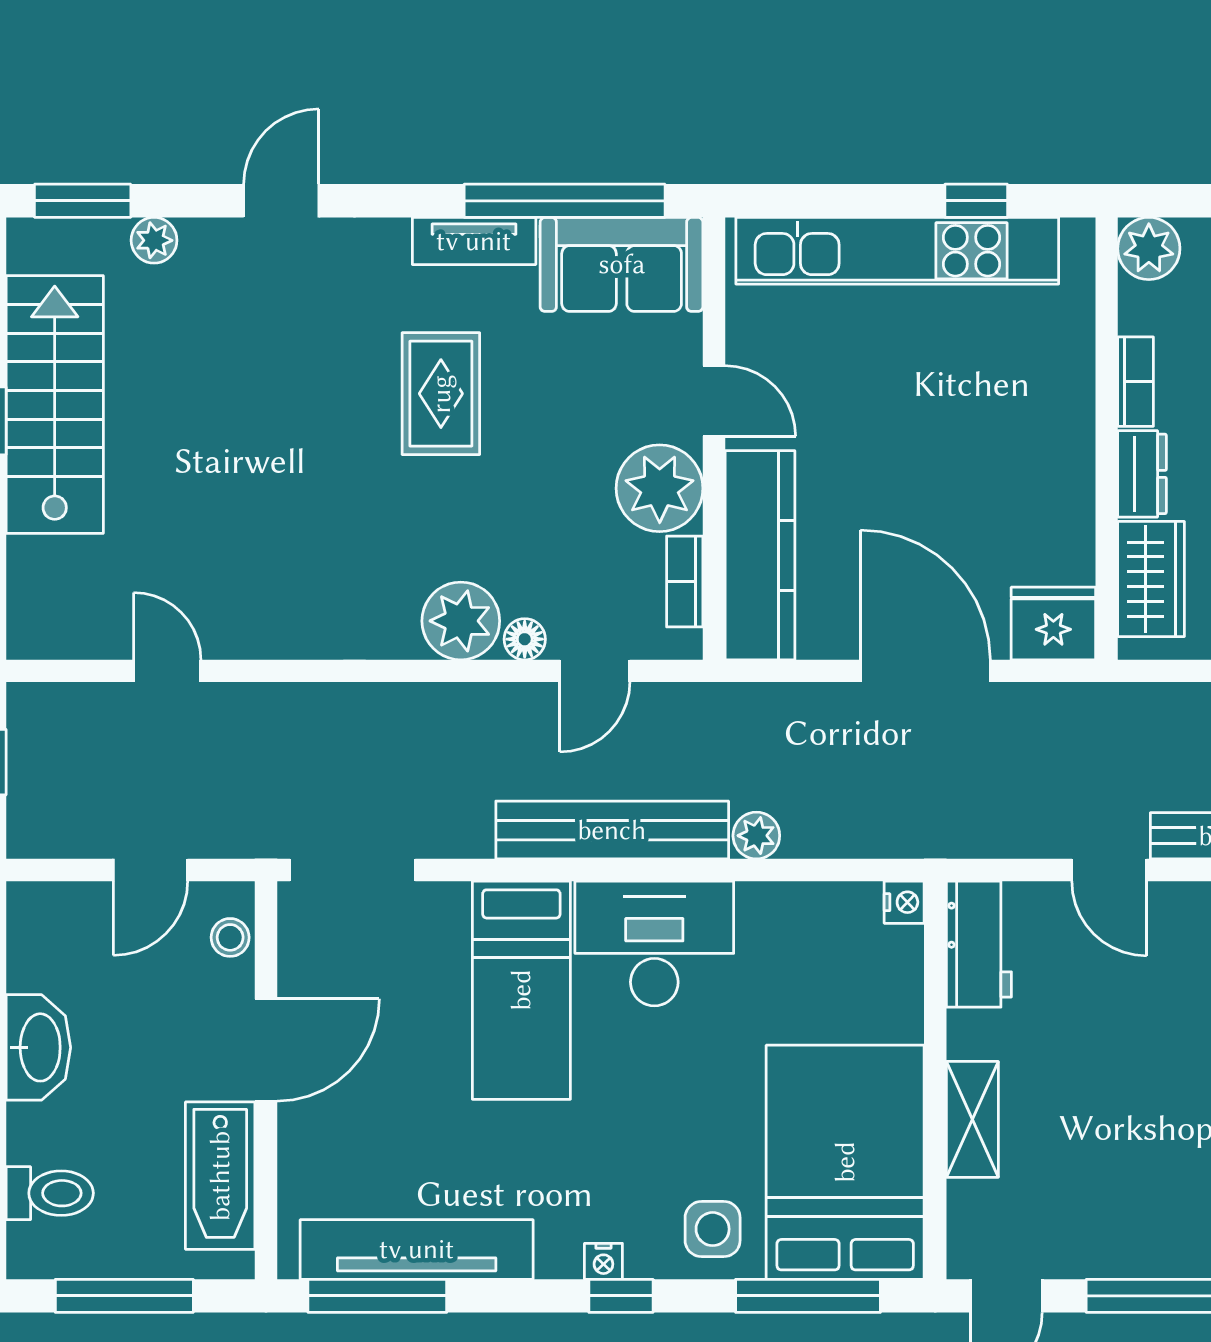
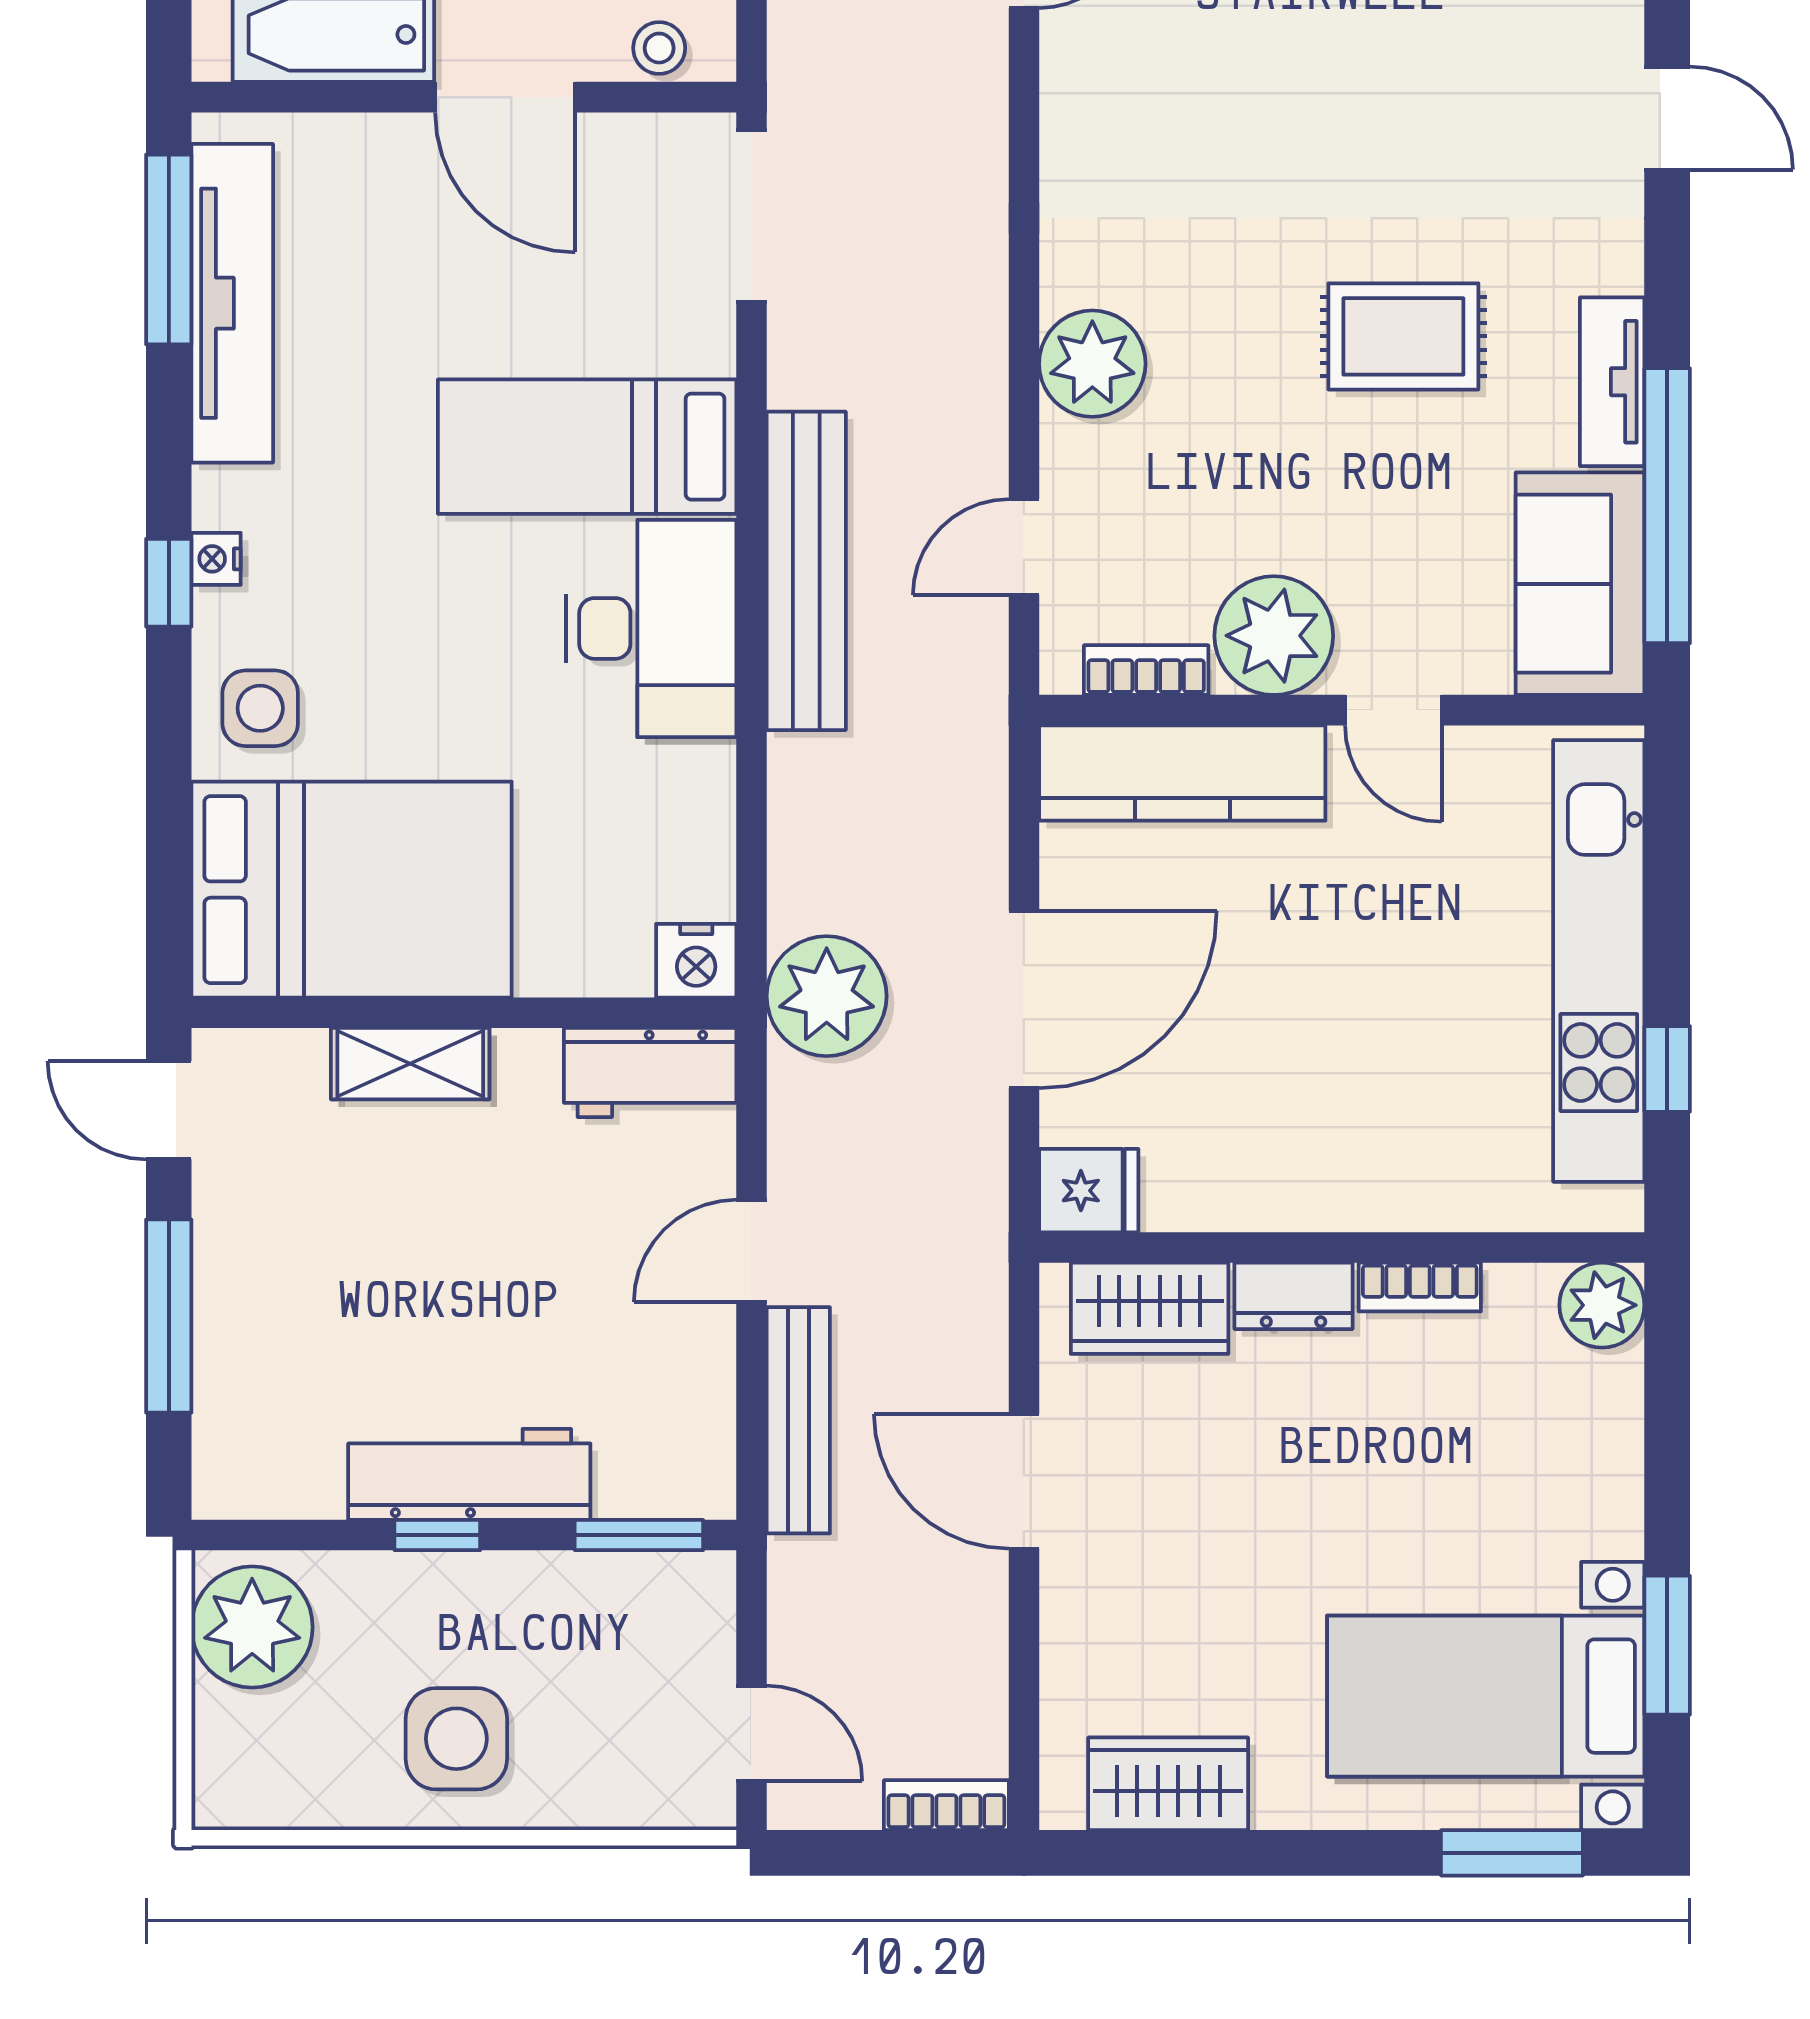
door: (714, 401) -> (1393, 710), hinge flipped
fridge: (1053, 623) -> (1089, 1191), width x0.72
floor lamp: (525, 639) -> (1067, 451), removed
door: (595, 671) -> (1024, 547), hinge flipped
plant: (756, 836) -> (827, 996), moved, width x1.87, depth x1.87
nightstand: (904, 902) -> (696, 961), width x1.39, depth x1.35
window: (808, 1296) -> (169, 839), removed

